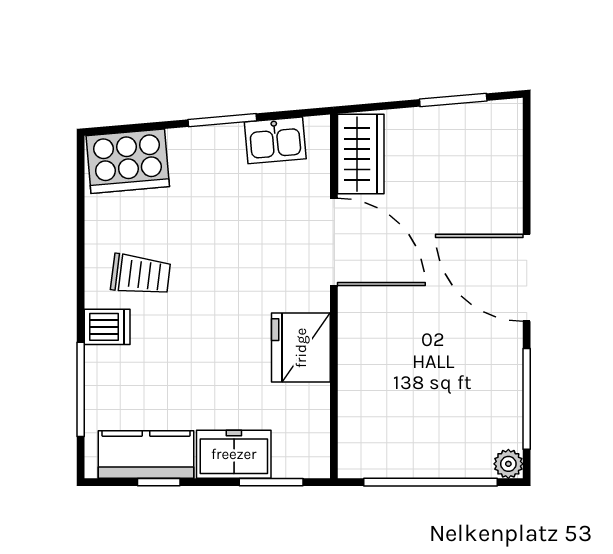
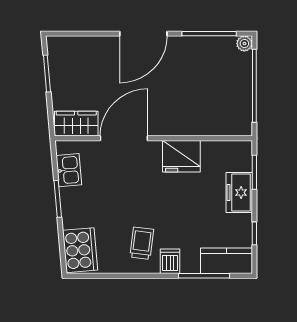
kitchen counter: (146, 454) -> (226, 261), moved, turned 90

